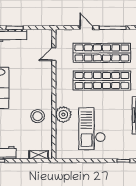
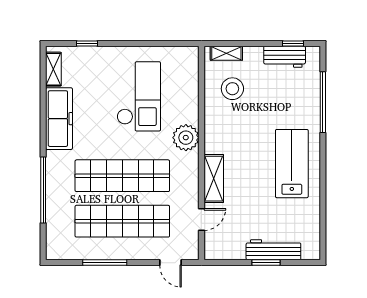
door: (86, 28) -> (170, 263), moved
shelving: (46, 79) -> (214, 179), added
plant: (63, 115) -> (186, 138), moved
stool: (38, 116) -> (232, 89), moved

